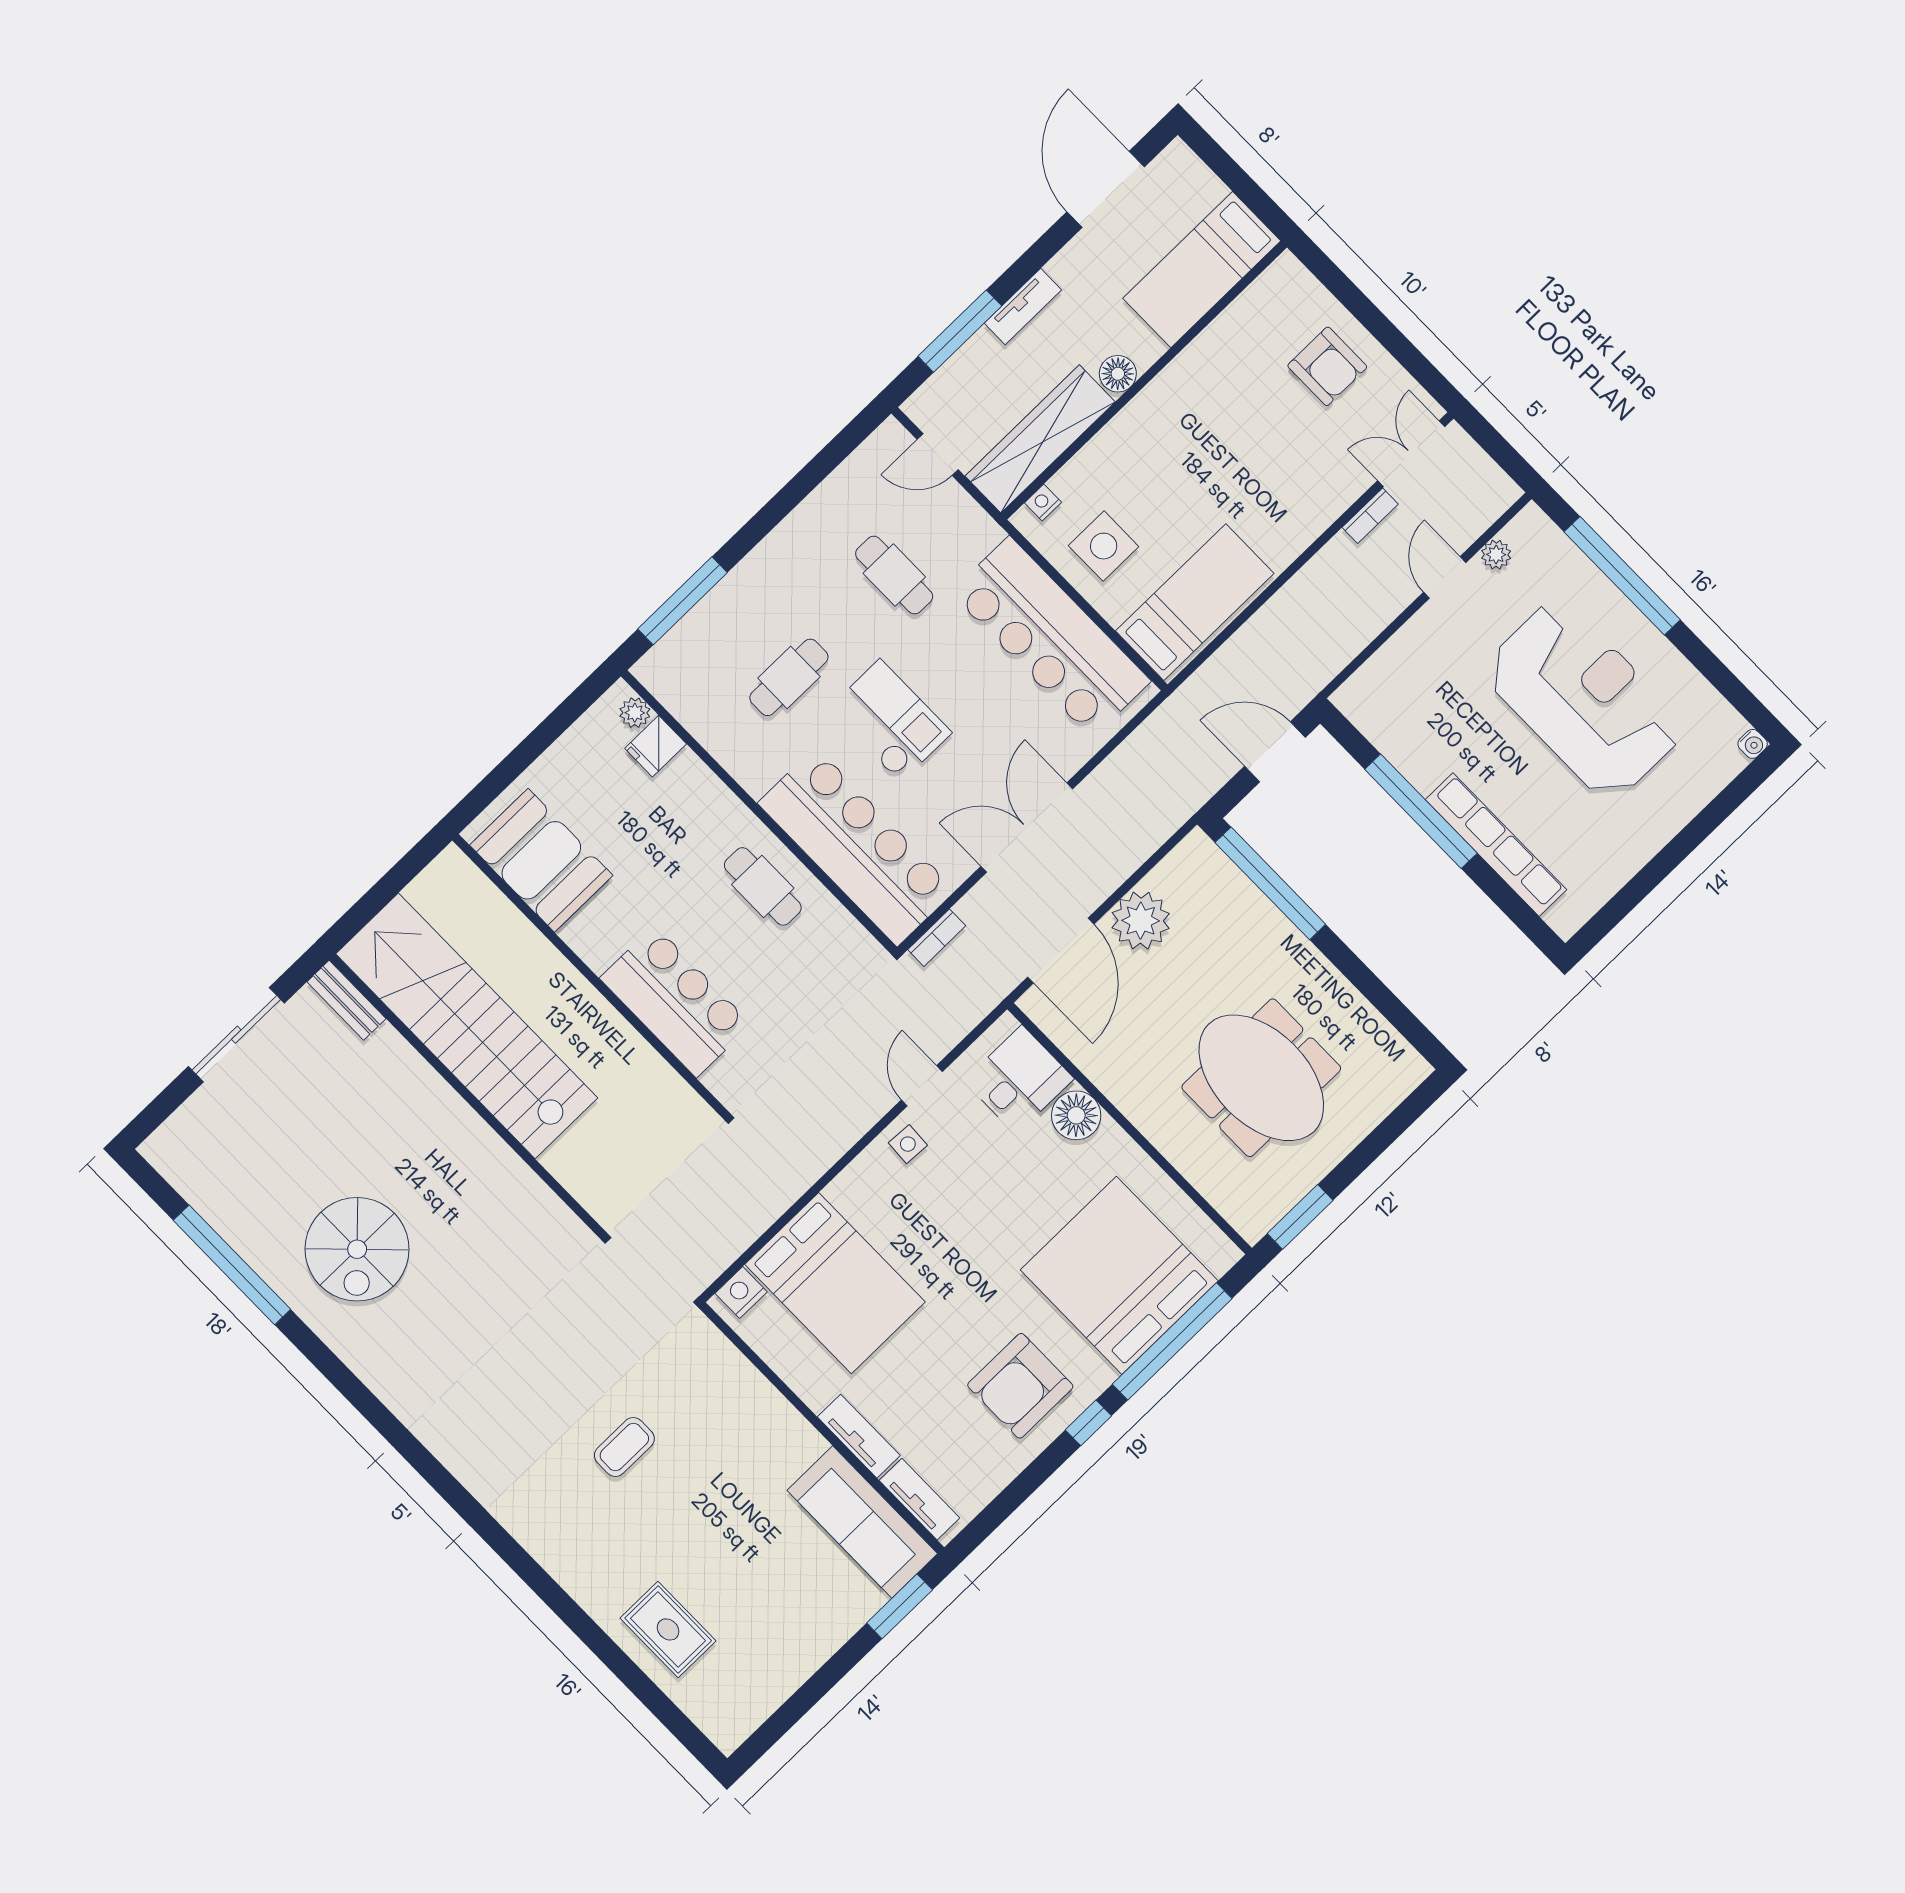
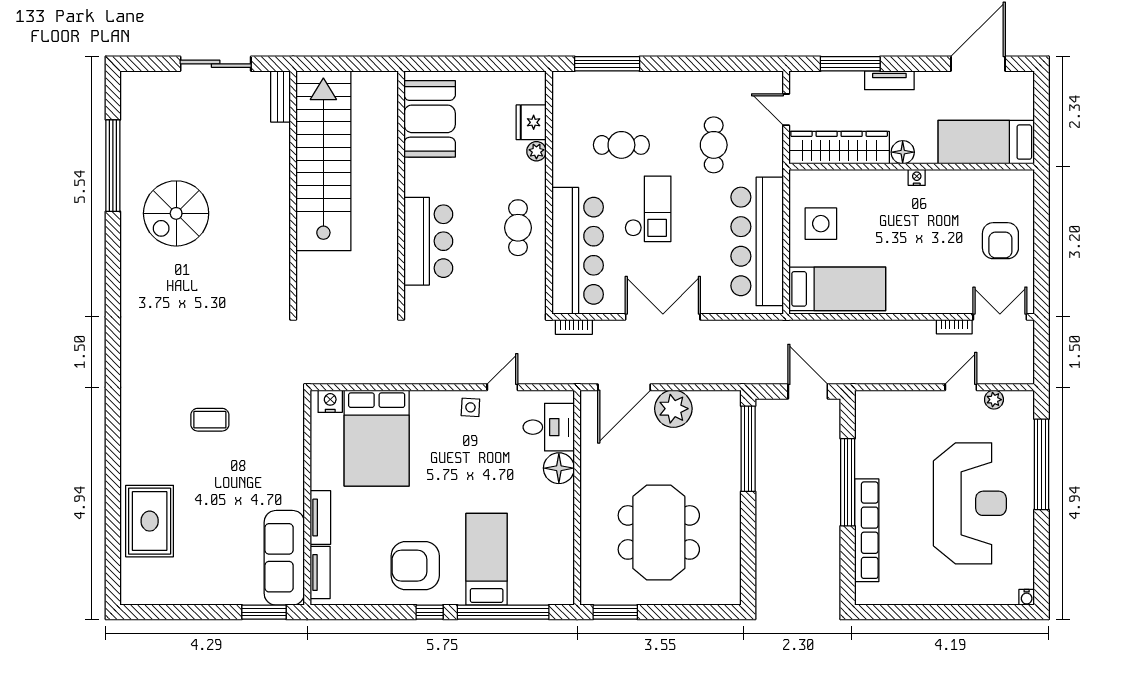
nightstand: (1043, 502) -> (917, 177), moved
plant: (635, 713) -> (536, 151), moved
fridge: (656, 746) -> (531, 122), width x1.38
bed: (1119, 1275) -> (487, 559), width x0.49
rug: (668, 1629) -> (150, 521), width x1.36, depth x1.43

